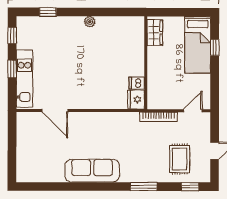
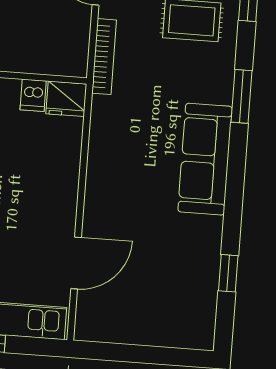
sofa: (92, 171) -> (205, 159), moved
window: (55, 186) -> (228, 273), added

